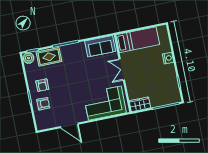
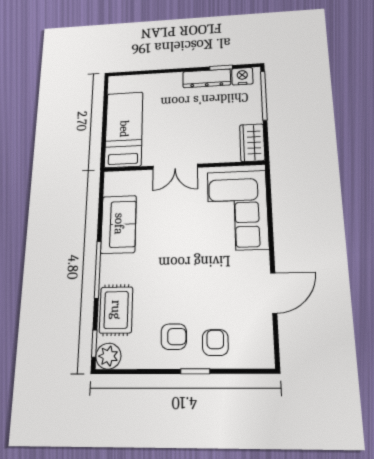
sofa: (100, 46) -> (119, 224), moved
nightstand: (168, 58) -> (242, 76), moved
dresser: (172, 76) -> (207, 78), added

